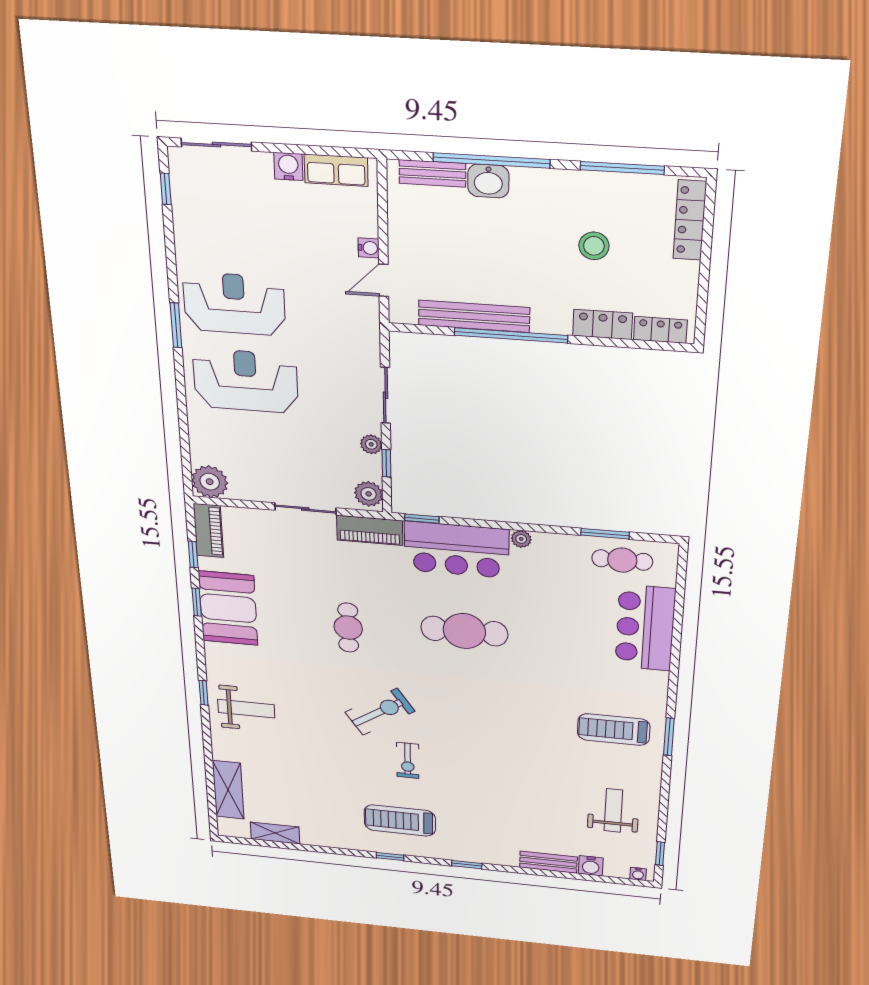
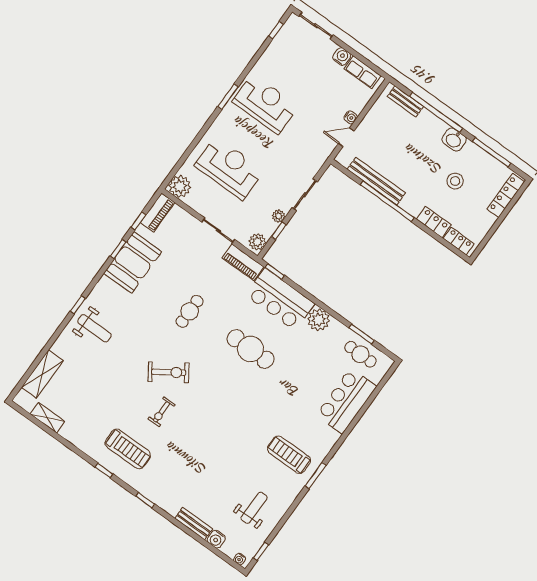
washbasin: (488, 181) -> (454, 140), moved
reception desk: (246, 381) -> (229, 168), moved
plant: (521, 539) -> (319, 320), width x1.88, depth x1.88
treadmill: (400, 820) -> (128, 449), turned 180

